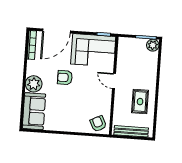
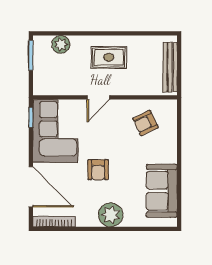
plant: (153, 45) -> (61, 44), moved
rug: (140, 102) -> (109, 57), moved
sofa: (34, 111) -> (162, 191), moved, turned -90
armchair: (98, 124) -> (145, 123), moved

